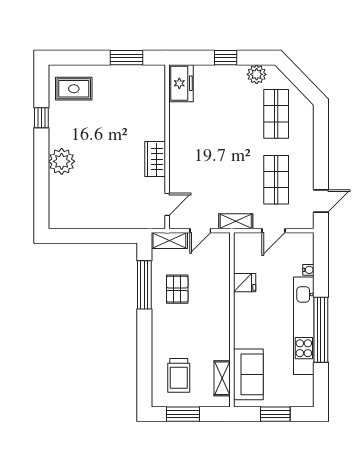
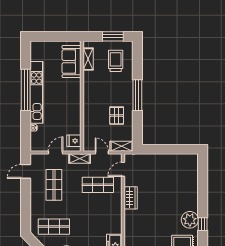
shop shelf: (276, 114) -> (54, 227), turned 90
plant: (62, 161) -> (190, 220), moved
shop shelf: (207, 180) -> (98, 185), added
door: (200, 231) -> (102, 153), hinge flipped
fridge: (245, 283) -> (74, 141), moved
window: (144, 285) -> (137, 95), moved
window: (275, 414) -> (55, 36), removed

